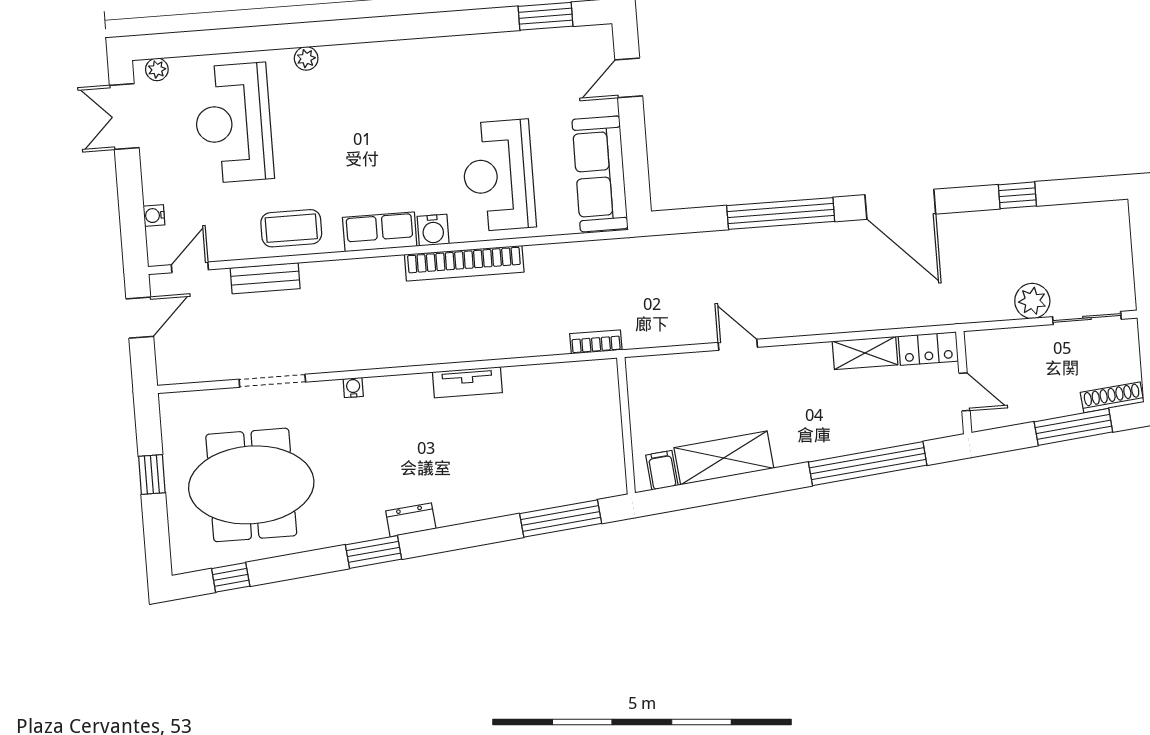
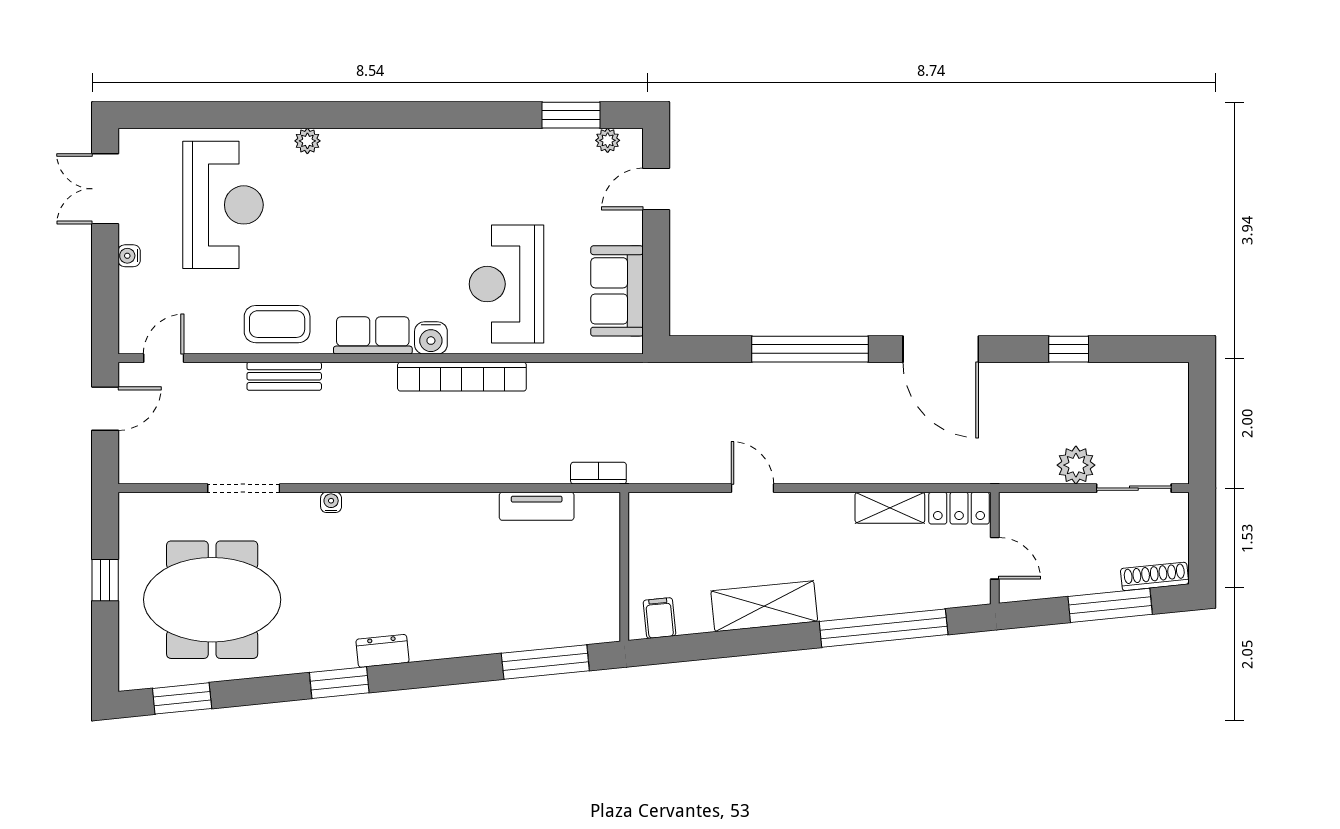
plant: (157, 69) -> (608, 140), moved
reception desk: (233, 123) -> (223, 205), turned 180
sofa: (600, 174) -> (617, 291), width x0.73
water cooler: (154, 215) -> (129, 256), moved
bench: (265, 278) -> (284, 376), moved
tv unit: (467, 382) -> (537, 506), moved
shelving: (724, 458) -> (764, 606), moved
window: (231, 577) -> (182, 698), width x1.50

